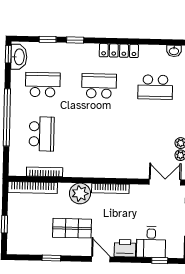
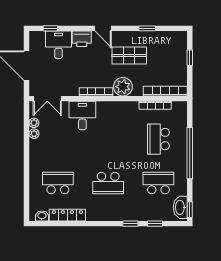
locker: (119, 51) -> (67, 215), moved
school desk: (43, 85) -> (158, 183), turned 180
desk: (126, 162) -> (82, 115), added

